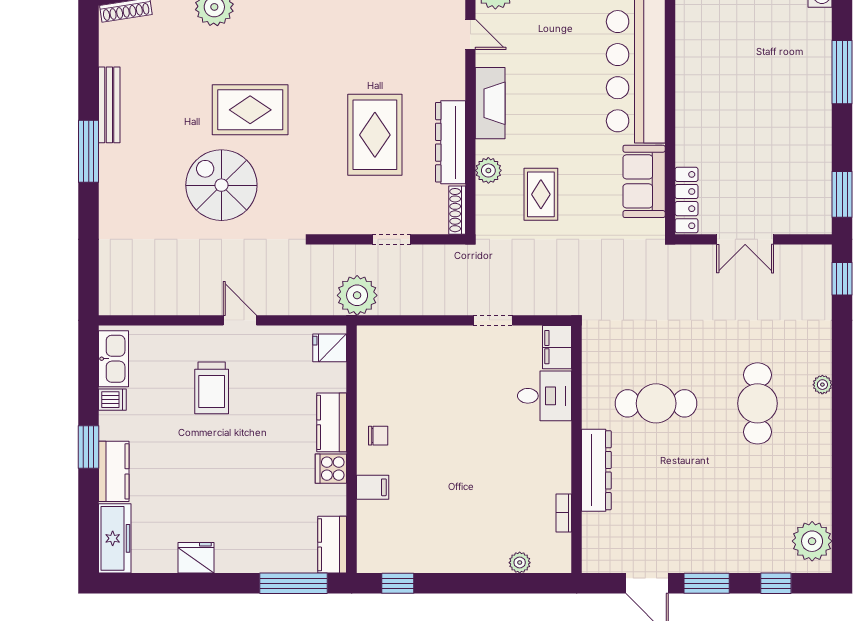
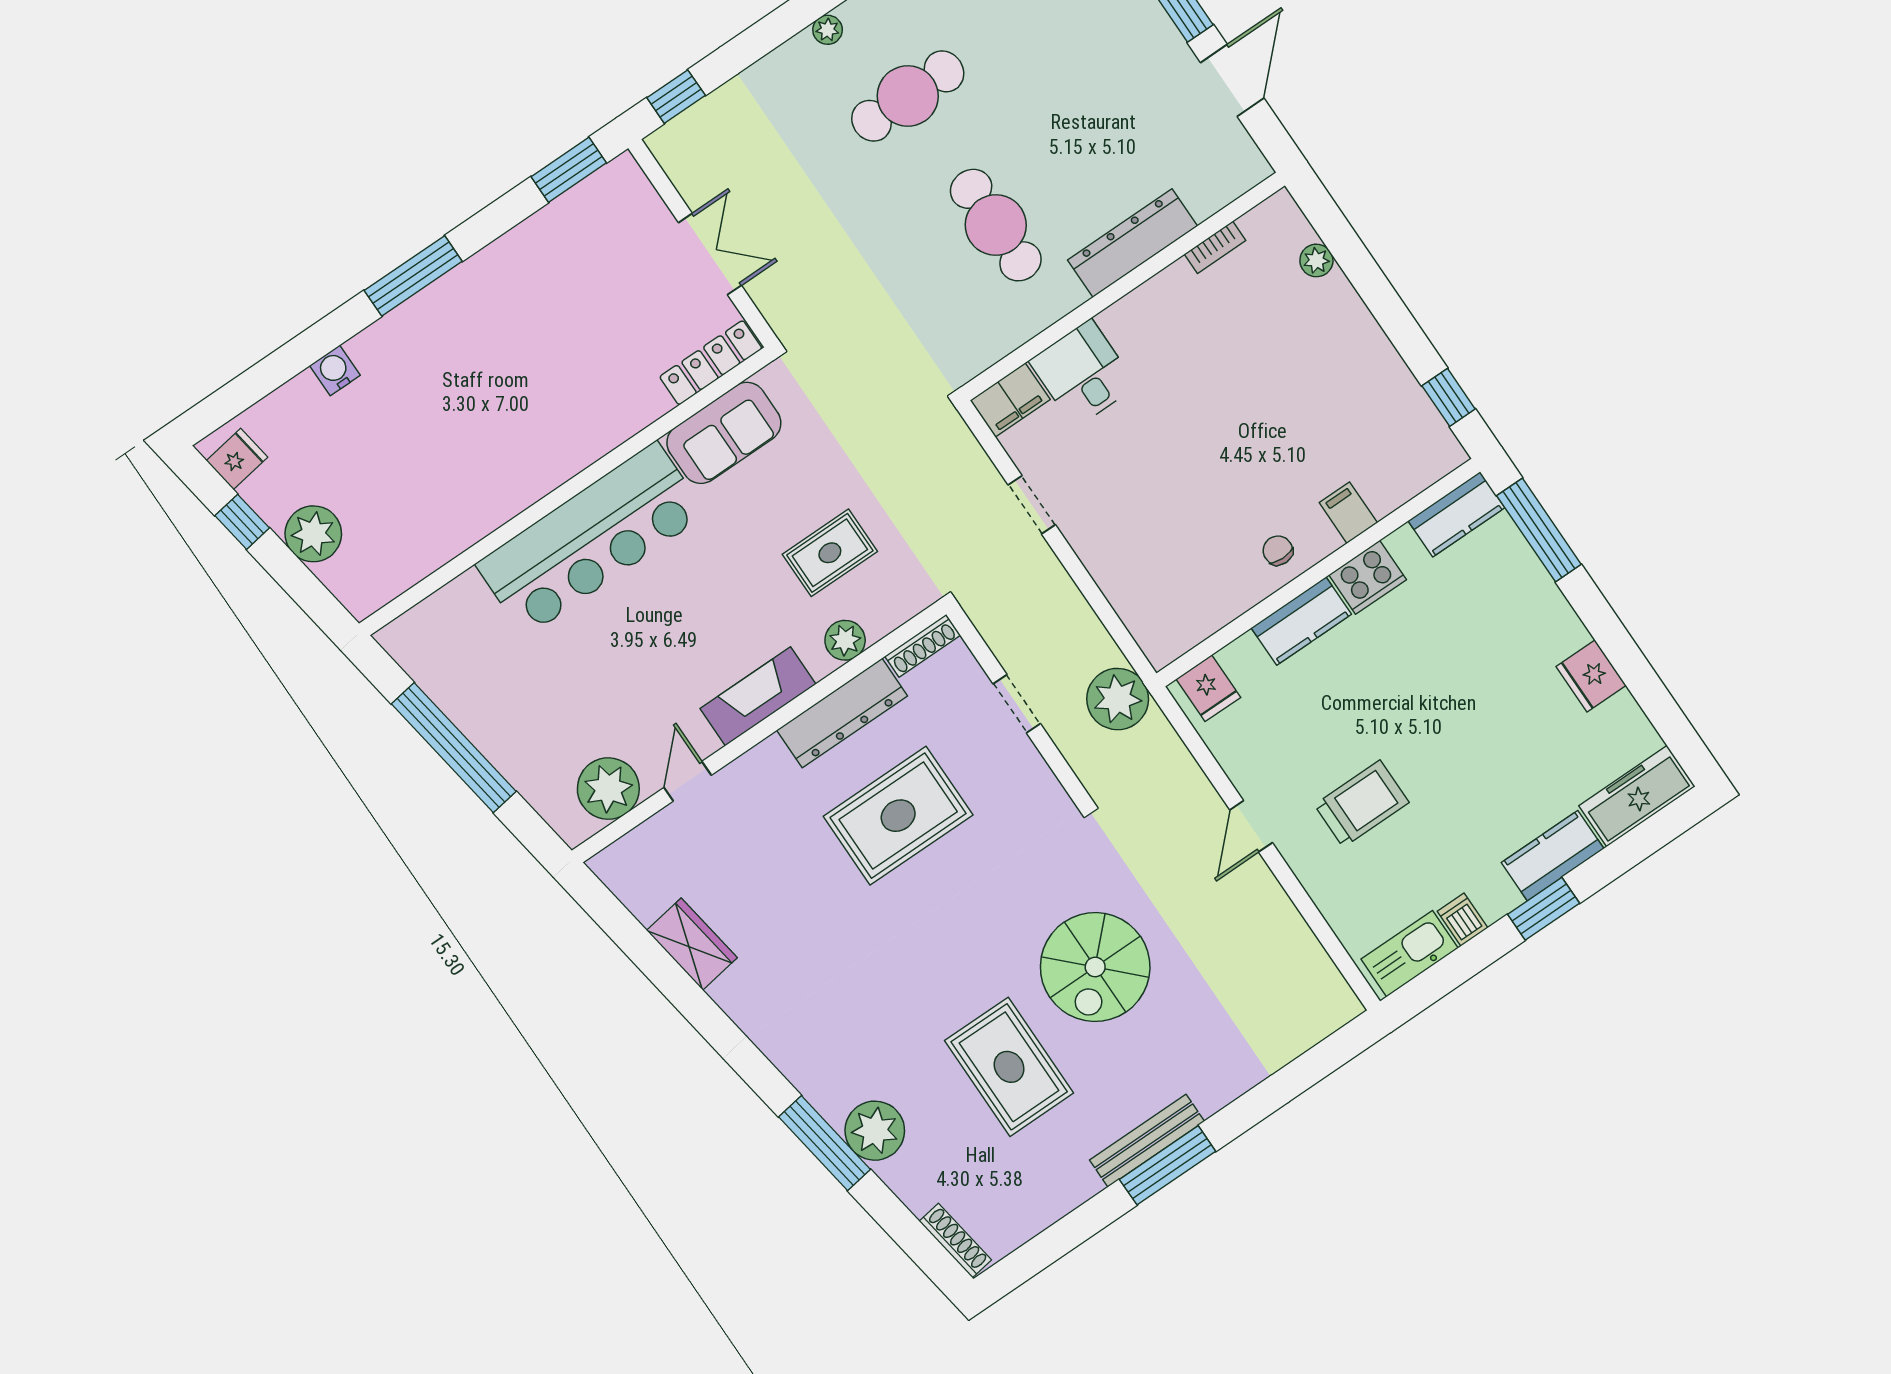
bench: (109, 105) -> (1147, 1141), moved
rug: (250, 110) -> (1009, 1067), moved
cooker: (331, 469) -> (1368, 577), width x1.36

